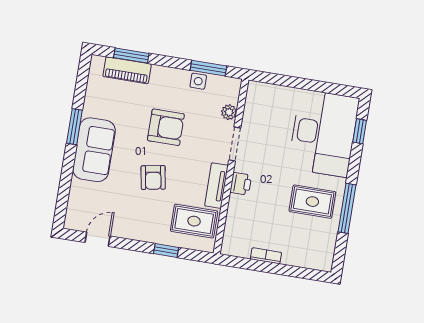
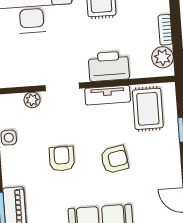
armchair: (166, 127) -> (62, 159), width x0.72, depth x0.72
printer: (241, 184) -> (109, 66), width x1.87, depth x1.48
plant: (240, 247) -> (163, 57), added

